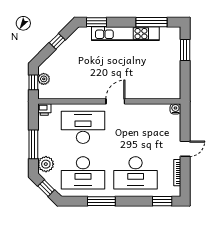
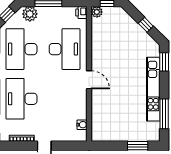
plant: (44, 79) -> (97, 12), moved
water cooler: (175, 109) -> (82, 125), moved

